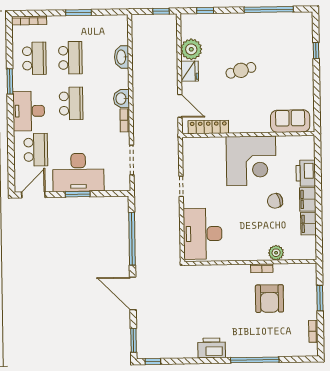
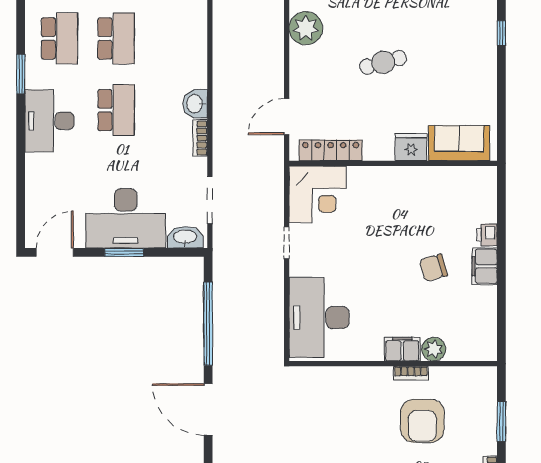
washbasin: (122, 57) -> (185, 237), moved, turned 90
fridge: (190, 71) -> (411, 147), moved, turned -90
door: (180, 106) -> (287, 117), swing flipped
school desk: (36, 150) -> (60, 182), removed
corner desk: (251, 161) -> (318, 194), moved, width x0.74, depth x0.74
printer: (306, 173) -> (487, 235), width x0.53, depth x0.68
filing cabinet: (308, 224) -> (402, 349), moved, turned 90

